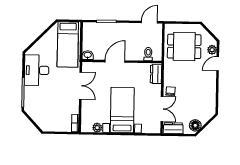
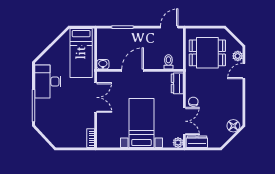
floor lamp: (195, 125) -> (233, 126), moved
plant: (97, 128) -> (178, 143), moved

